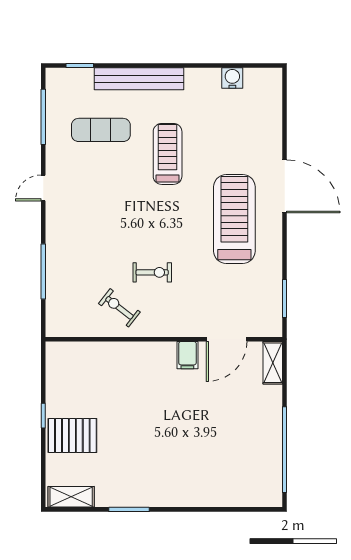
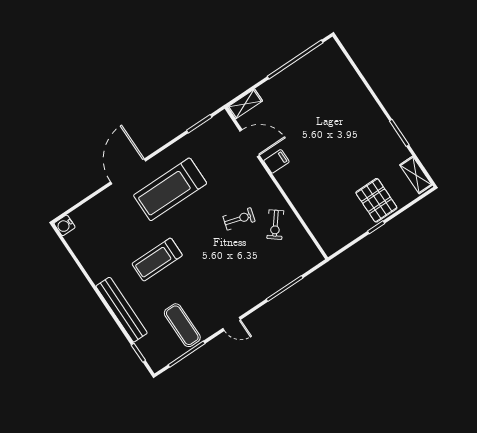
water cooler: (232, 78) -> (65, 225), moved
exercise mat: (101, 130) -> (182, 325), moved
exercise bike: (152, 272) -> (239, 219), turned 106

